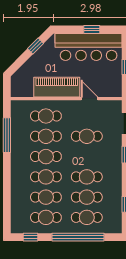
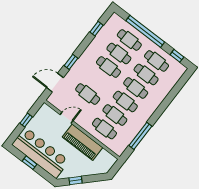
door: (90, 99) -> (67, 118), swing flipped

